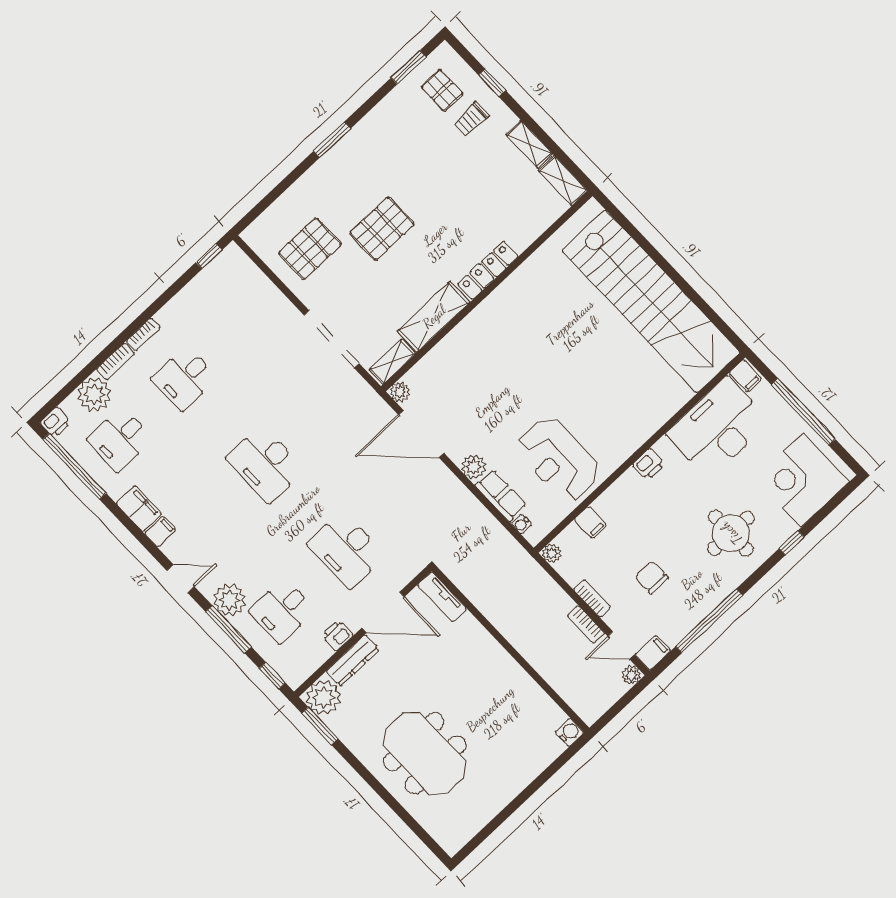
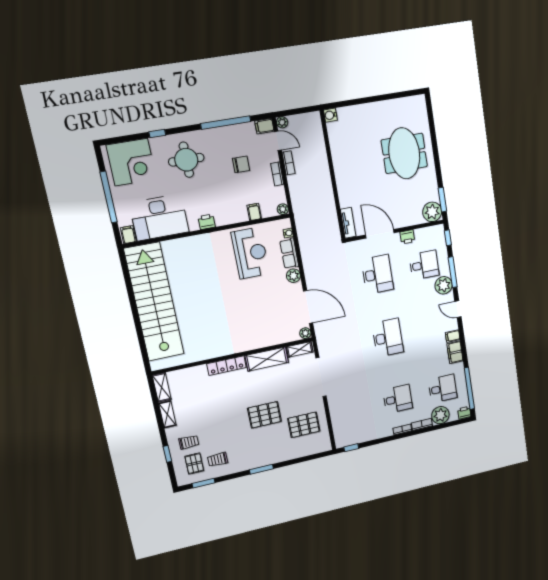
trolley: (410, 117) -> (218, 460), added
chair: (652, 577) -> (241, 164), turned -90
dresser: (353, 660) -> (408, 220), removed

